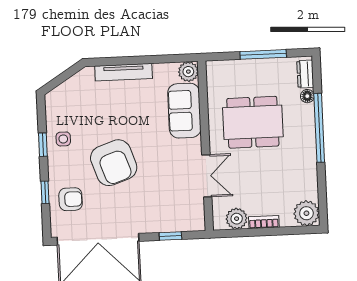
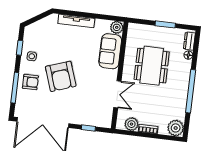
window: (263, 54) -> (165, 24), width x0.69
dining table: (253, 122) -> (152, 66), turned 90
window: (319, 128) -> (191, 91), moved
window: (43, 145) -> (20, 48), moved
window: (45, 192) -> (15, 88), width x2.17
armchair: (71, 199) -> (30, 82), moved

